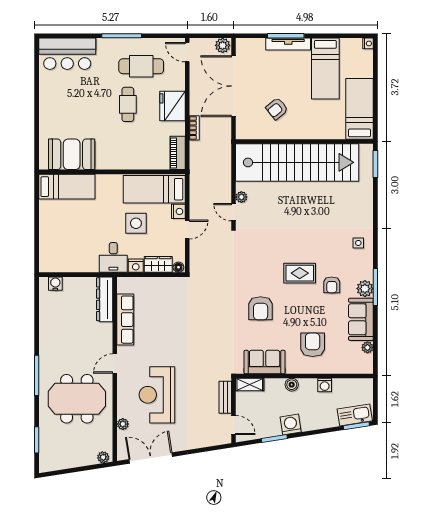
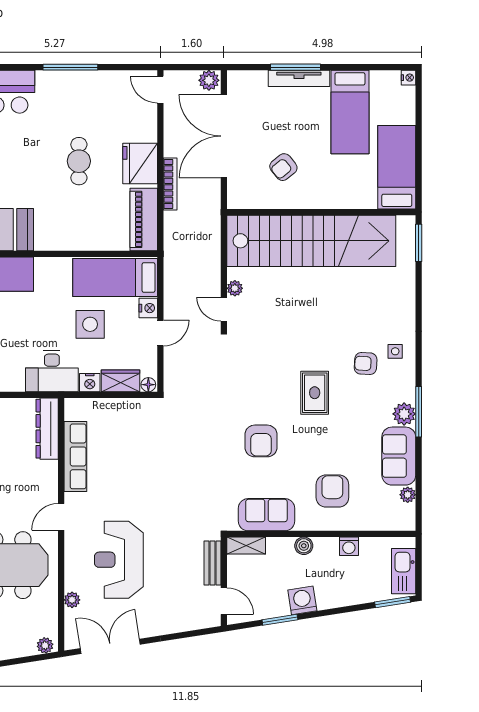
cafe table: (141, 66) -> (97, 109), removed
bookcase: (194, 128) -> (170, 184), width x1.56
piano: (178, 153) -> (144, 219), width x1.37, depth x1.33
desk: (113, 257) -> (52, 371), width x1.37
rug: (300, 273) -> (315, 393), turned 90
armchair: (332, 285) -> (366, 364), moved, turned 93
kitchen sink: (355, 415) -> (404, 571), moved, turned -81

